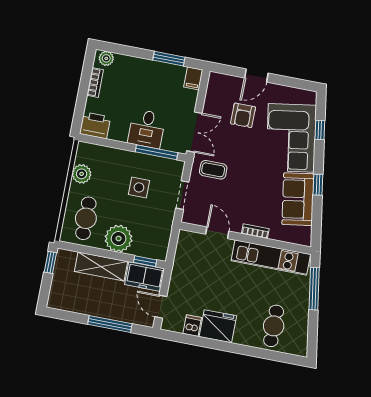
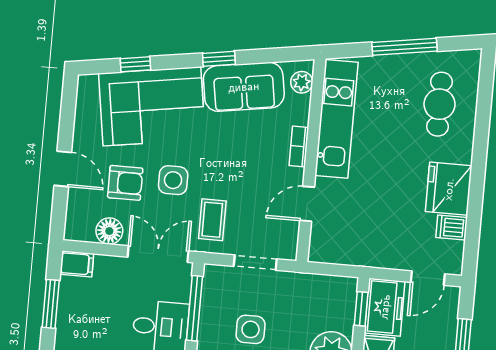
floor lamp: (213, 102) -> (109, 231), added
side table: (242, 147) -> (173, 180), added
plant: (297, 237) -> (302, 82), added
window: (314, 289) -> (404, 47), moved
cafe table: (274, 326) -> (440, 104), turned 90

